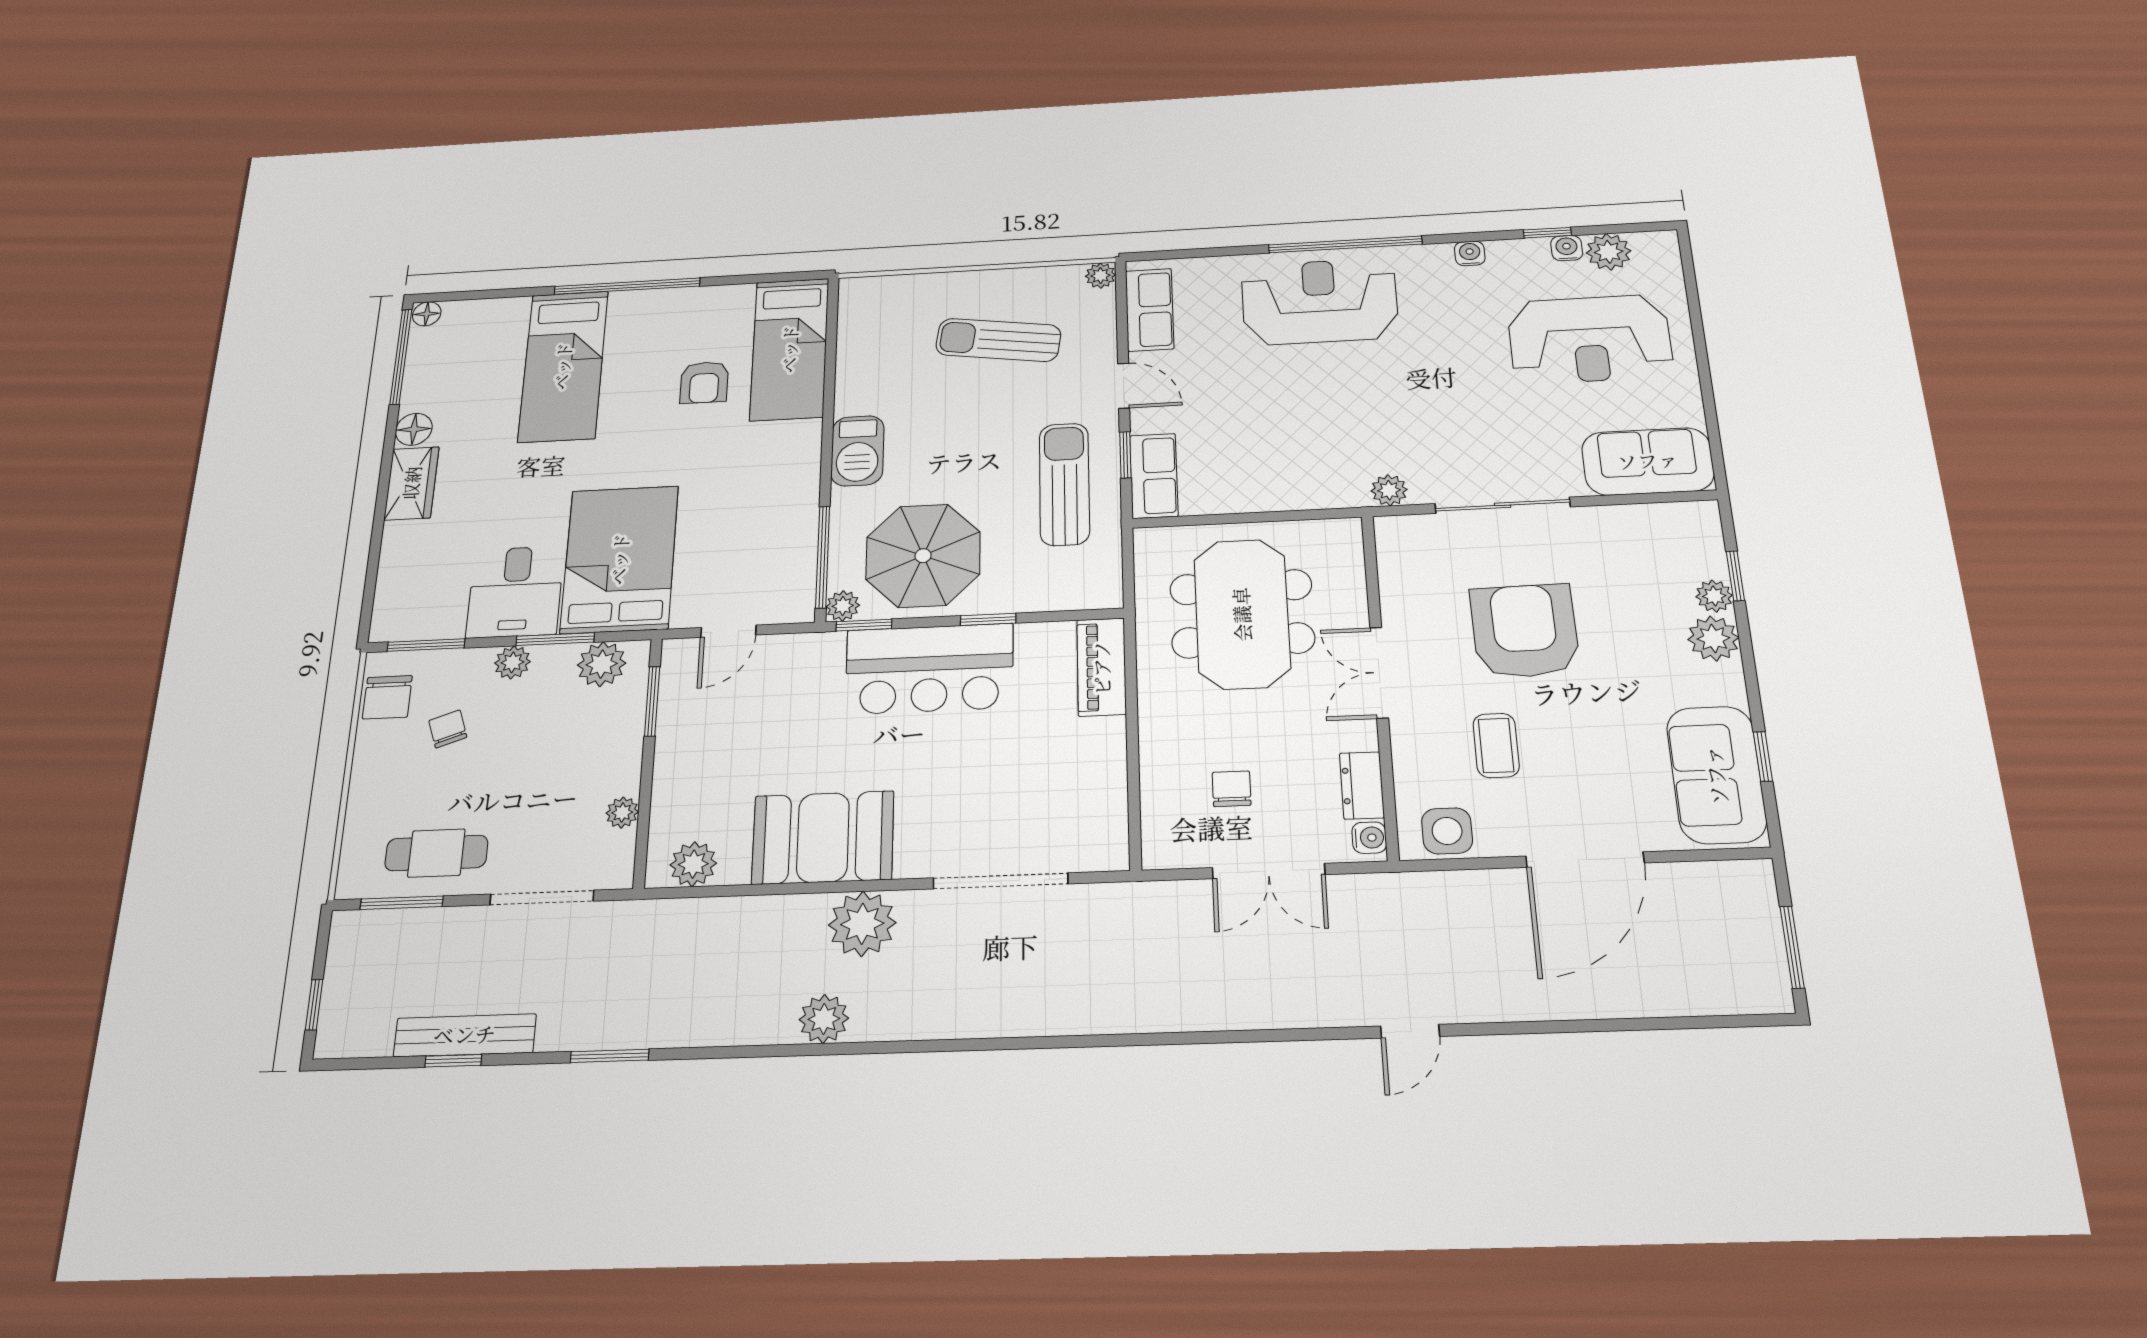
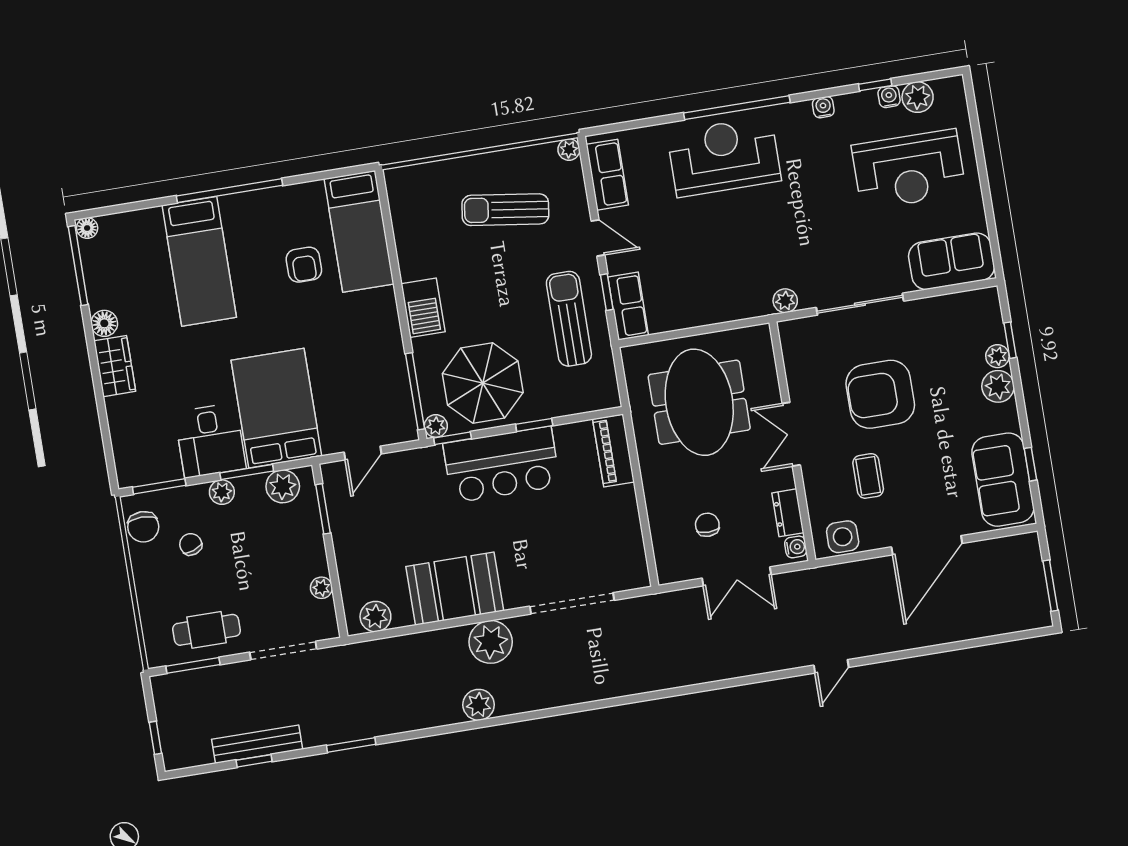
armchair: (1525, 631) -> (880, 394), turned -89

